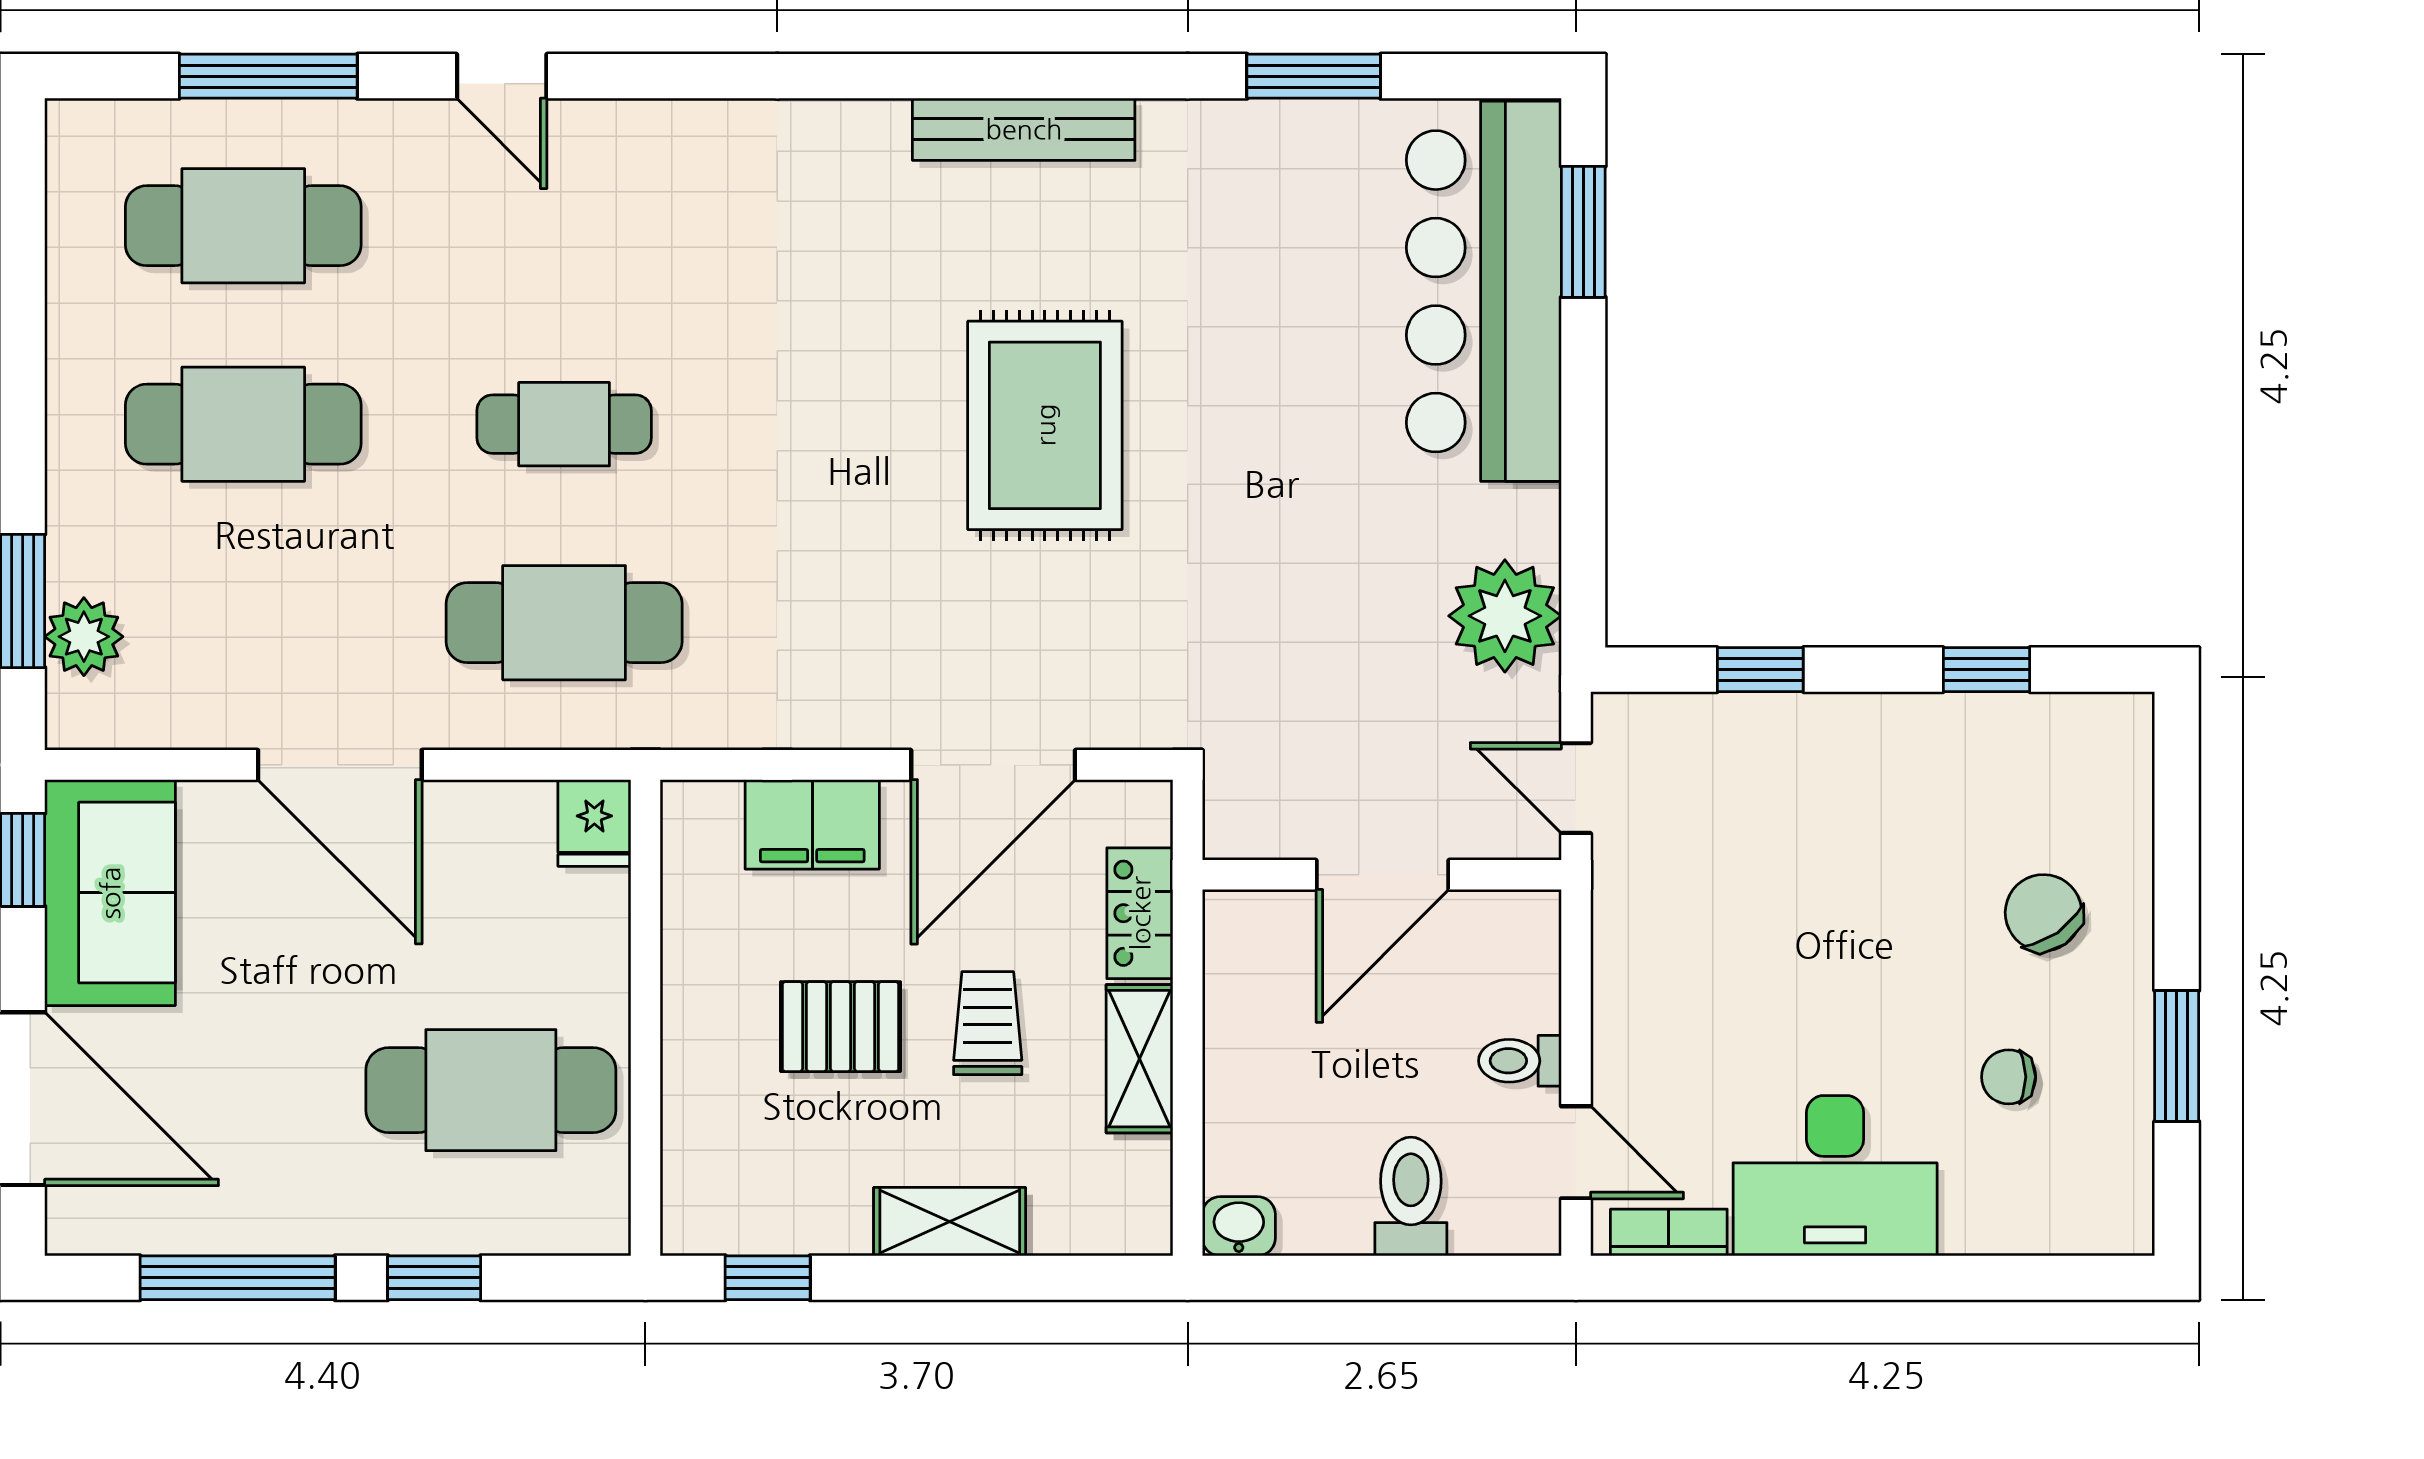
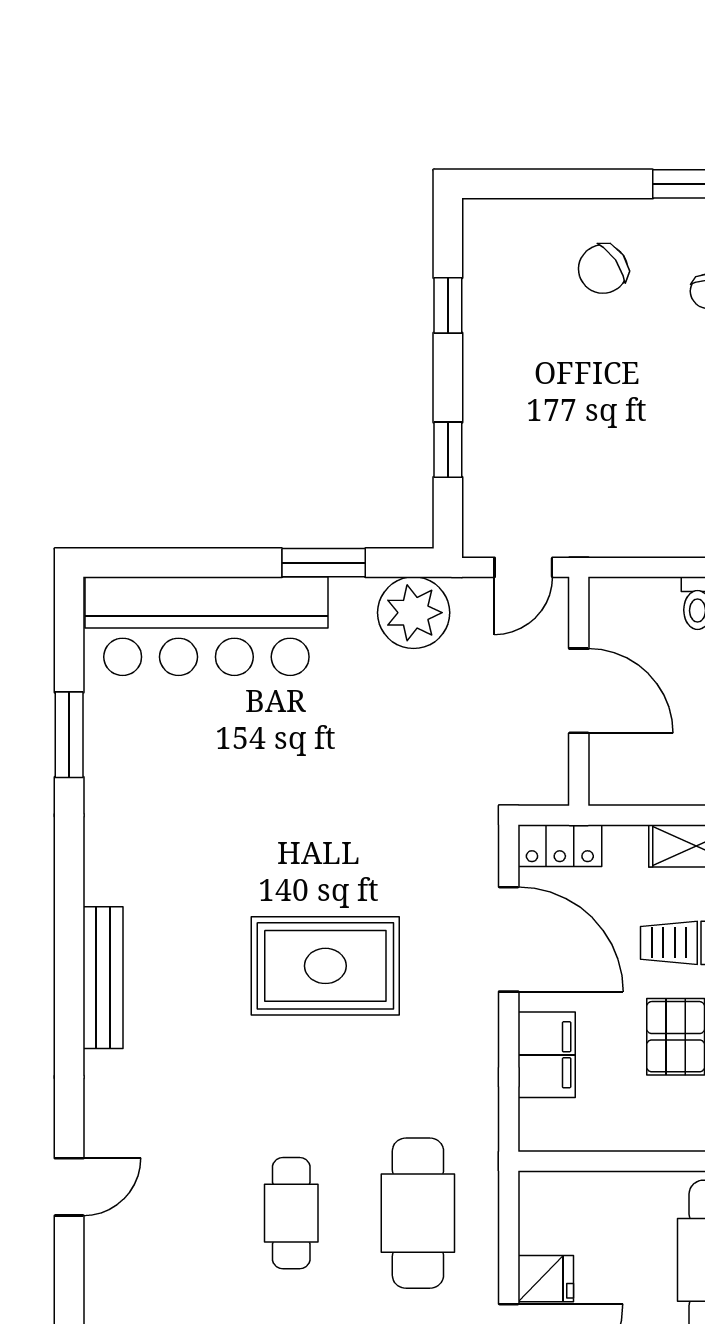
door: (502, 76) -> (69, 1187), moved
bench: (1024, 129) -> (103, 978), moved
window: (1583, 232) -> (324, 563), moved
rug: (1045, 425) -> (325, 966), moved
fridge: (594, 823) -> (546, 1279), moved
locker: (1140, 913) -> (560, 846), moved

